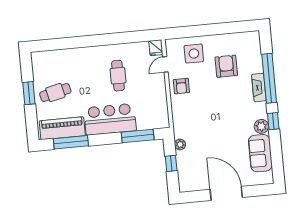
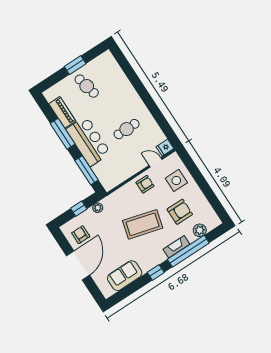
armchair: (181, 86) -> (145, 184), turned 180
coffee table: (219, 109) -> (143, 224), added
plant: (261, 126) -> (200, 230), moved
piano: (62, 128) -> (62, 112), width x0.73, depth x0.75
window: (71, 142) -> (63, 134), moved
armchair: (198, 175) -> (81, 235), added

